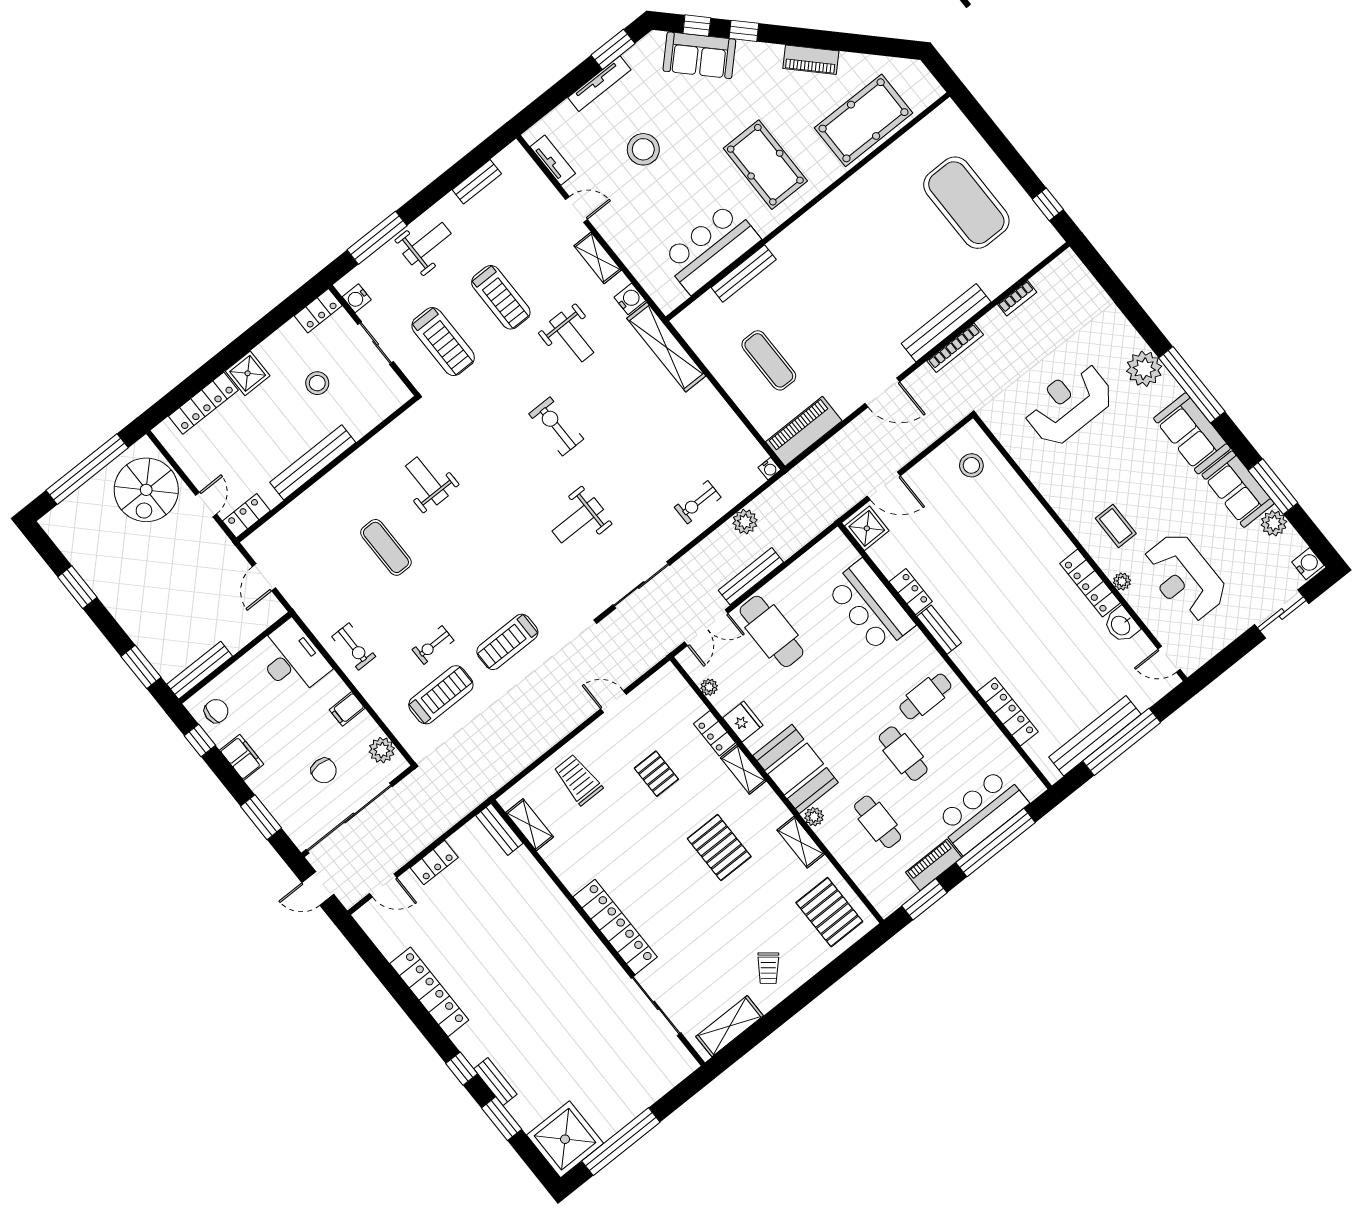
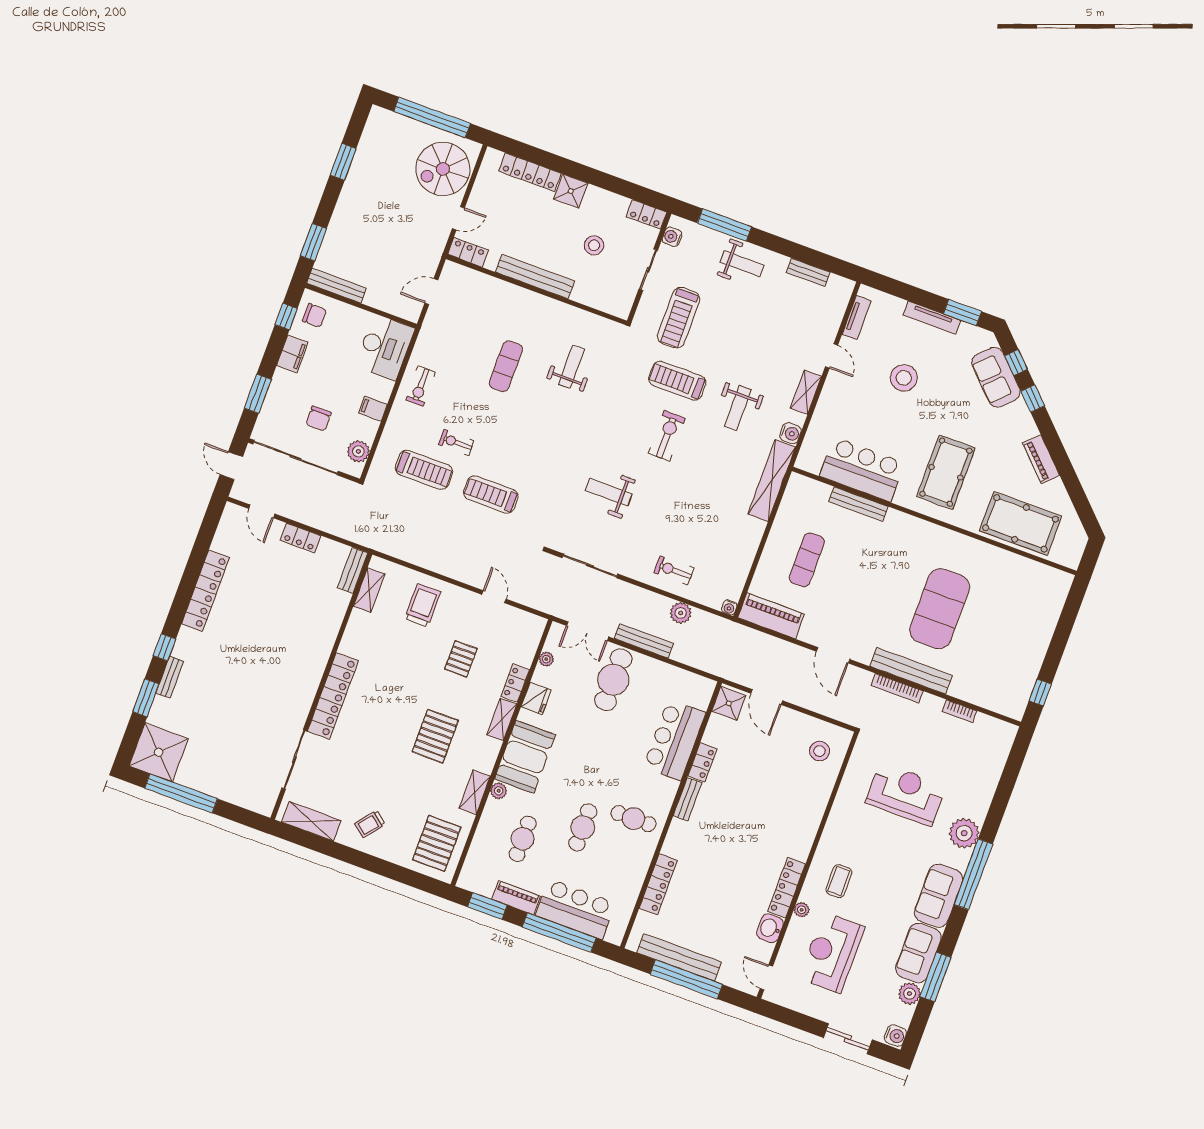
exercise mat: (966, 203) -> (940, 609), moved
treadmill: (501, 297) -> (677, 381), moved, turned 90

